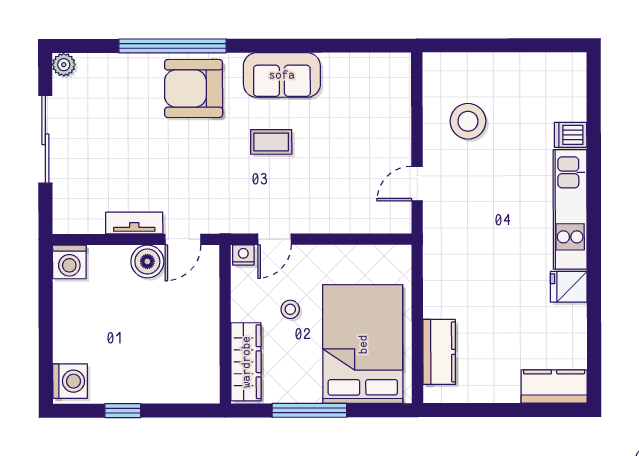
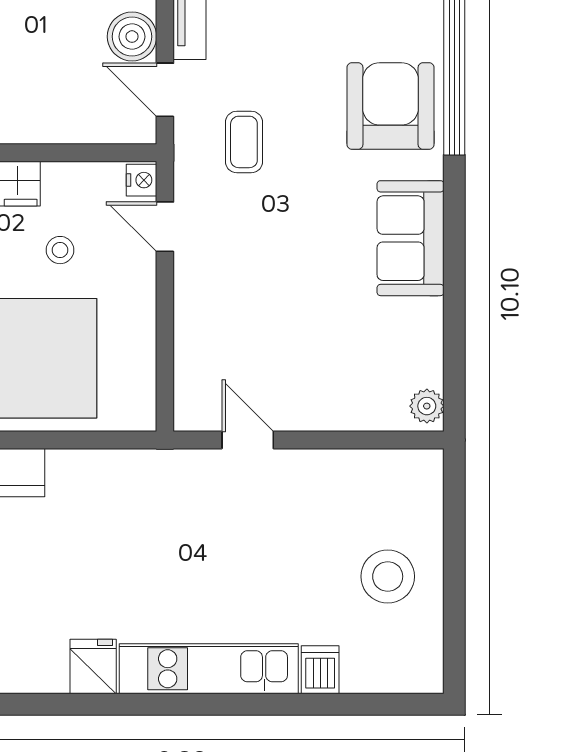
plant: (394, 64) -> (427, 406), added
stool: (468, 121) -> (388, 576), moved
coffee table: (271, 142) -> (244, 142), moved

